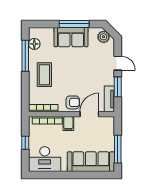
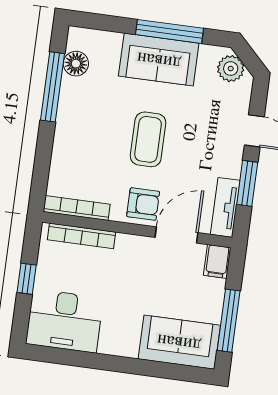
coffee table: (44, 75) -> (148, 139), moved
filing cabinet: (68, 124) -> (217, 261), moved
sofa: (91, 162) -> (179, 342), width x0.73

